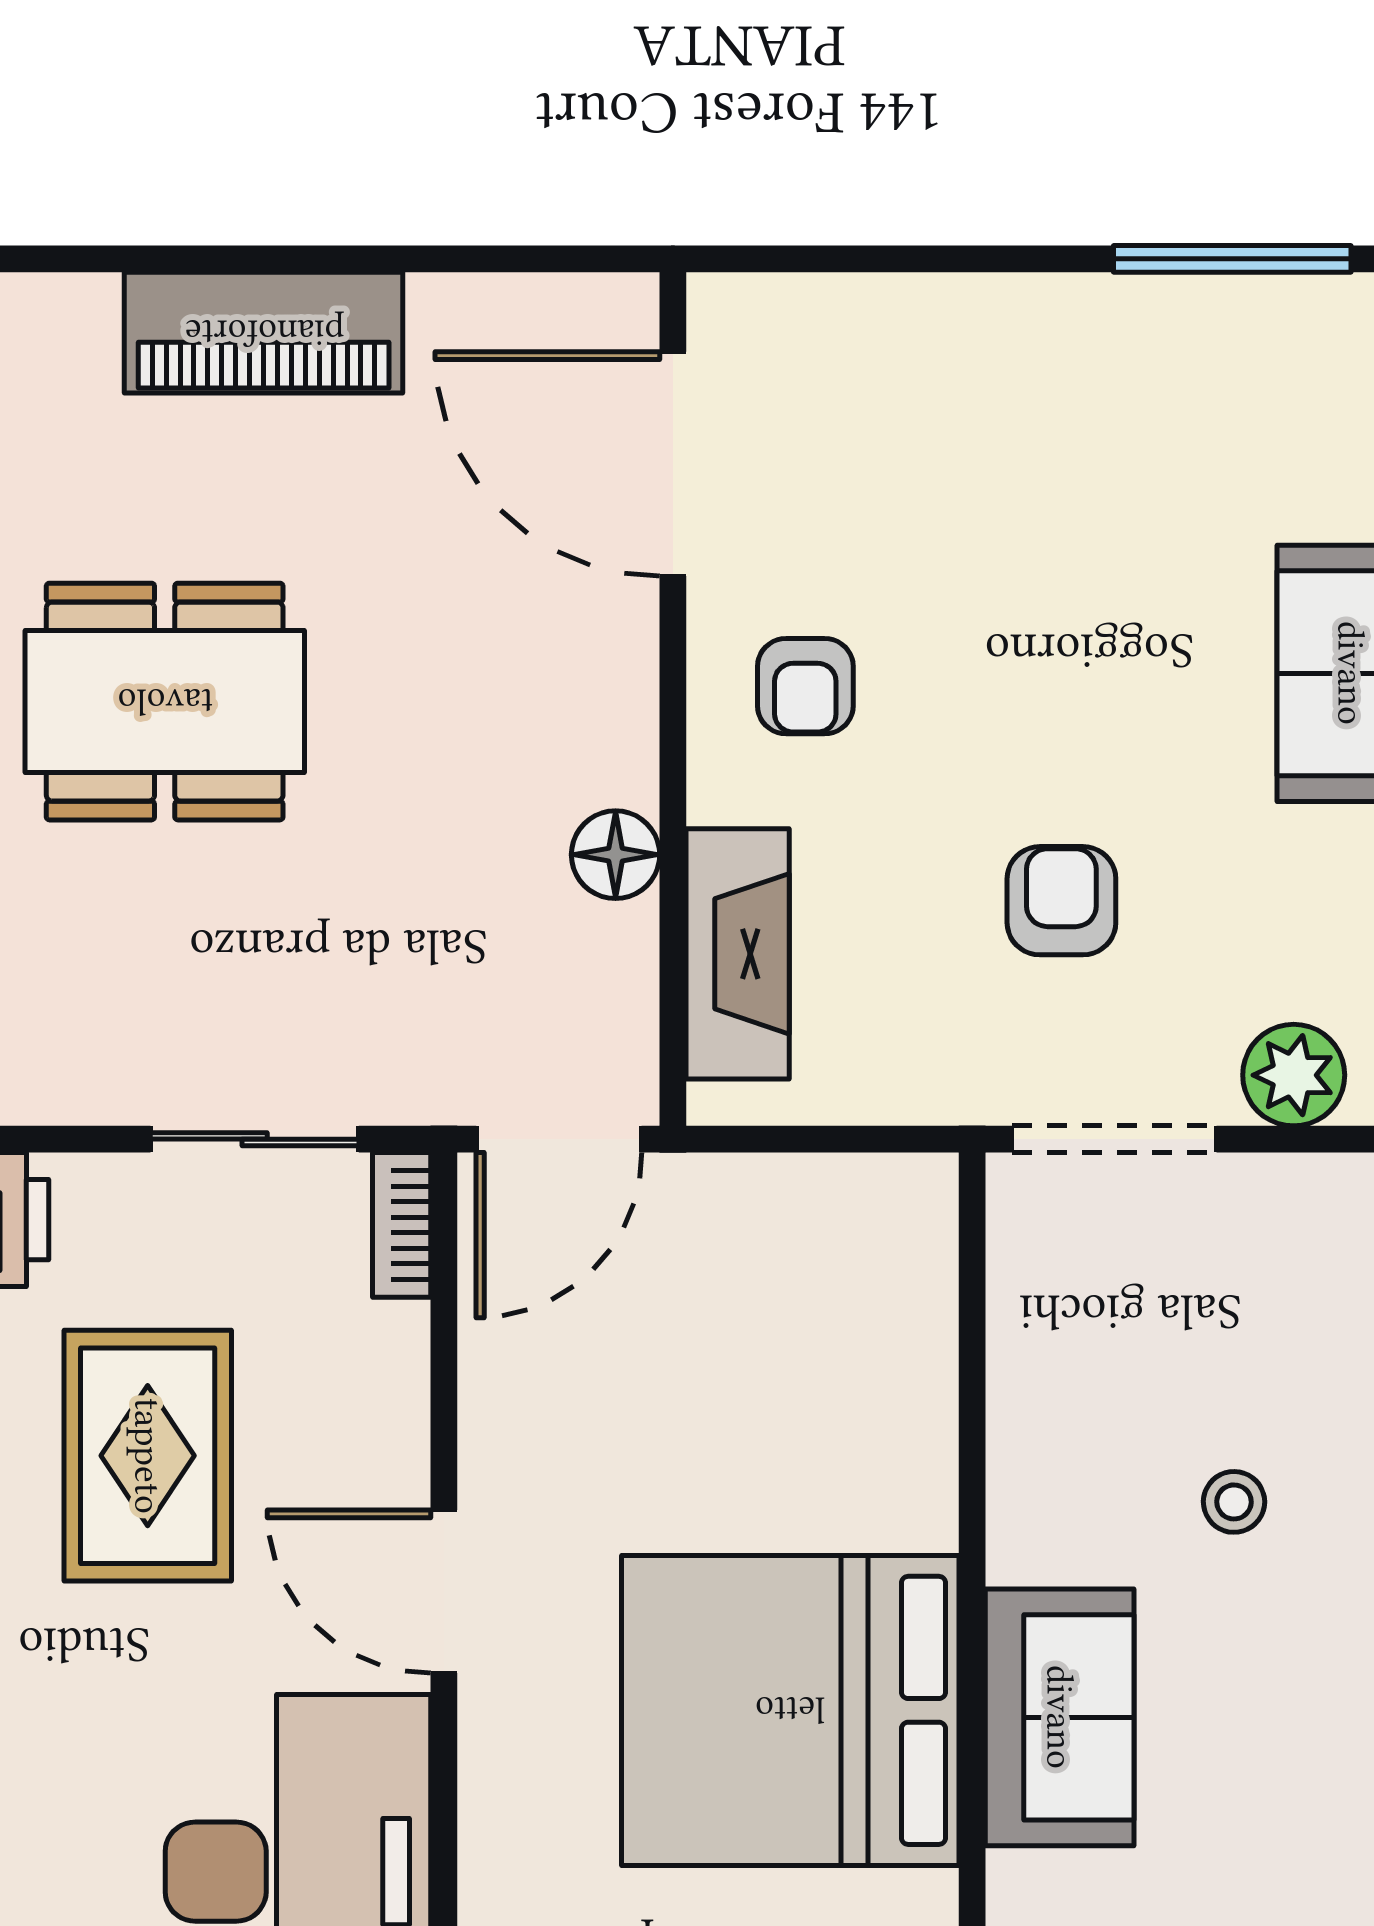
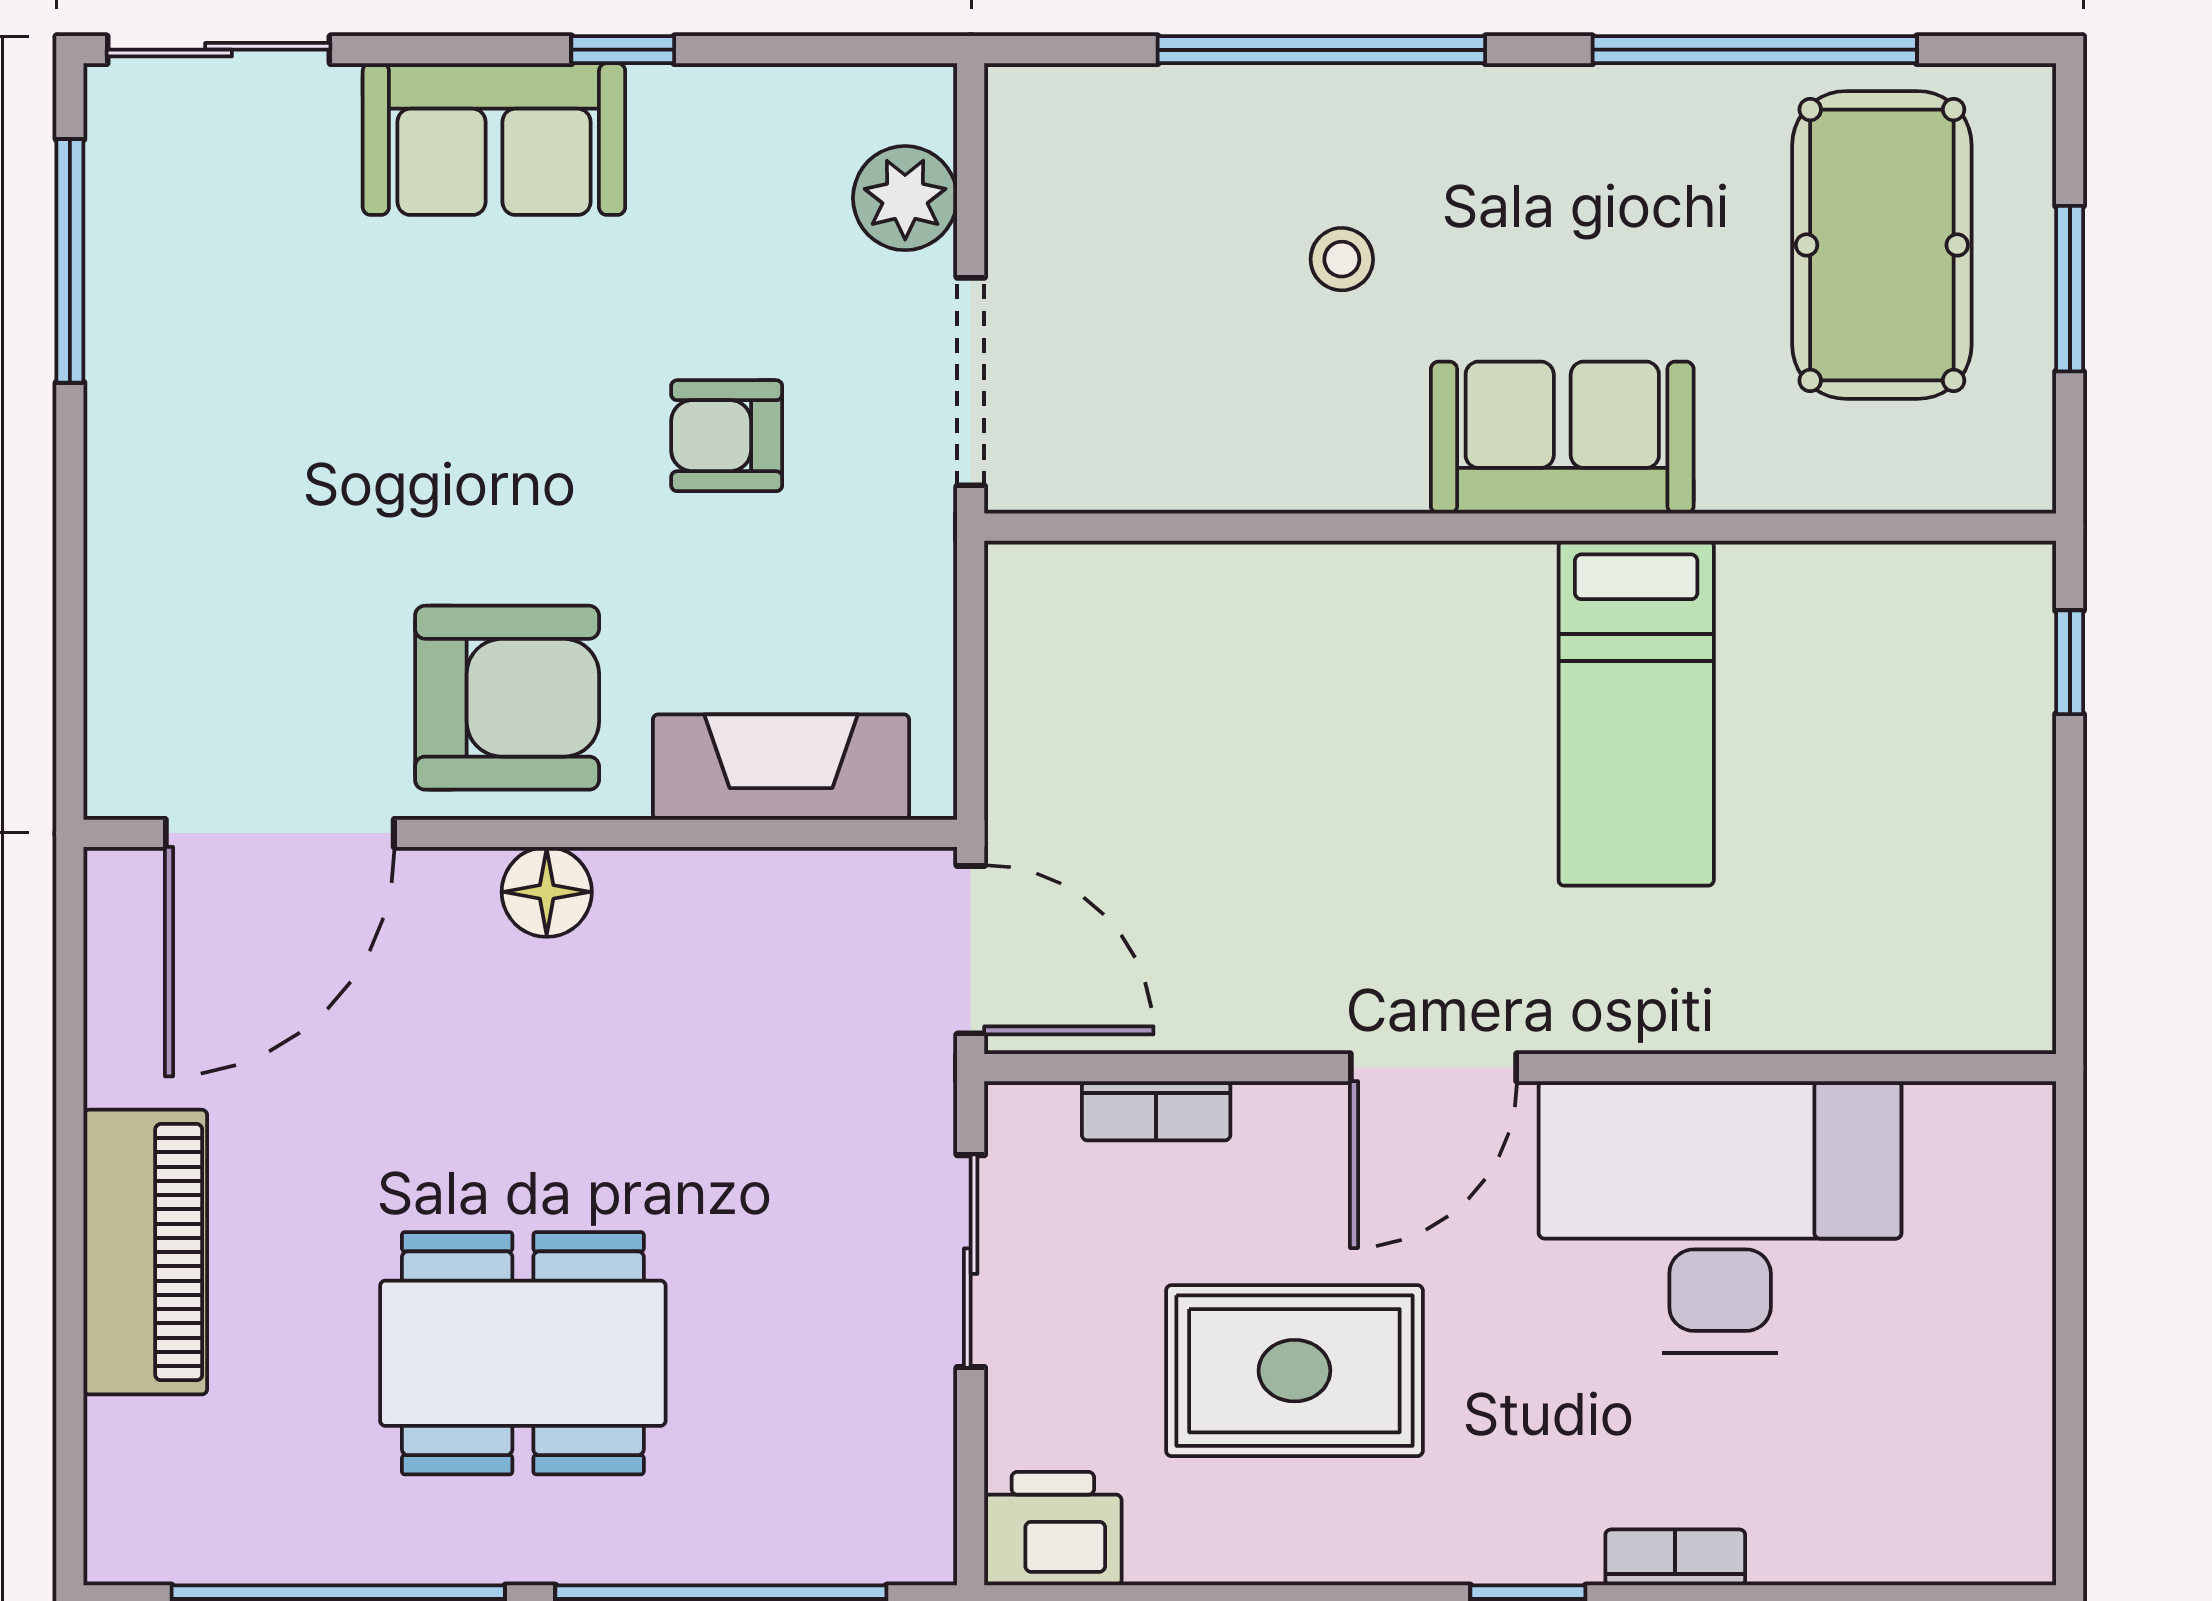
armchair: (805, 686) -> (507, 698), width x1.88, depth x1.88
dining table: (165, 702) -> (523, 1353), turned 90
floor lamp: (616, 855) -> (547, 892), moved
bookcase: (402, 1225) -> (1156, 1111), moved
bed: (790, 1710) -> (1636, 713), width x0.49

